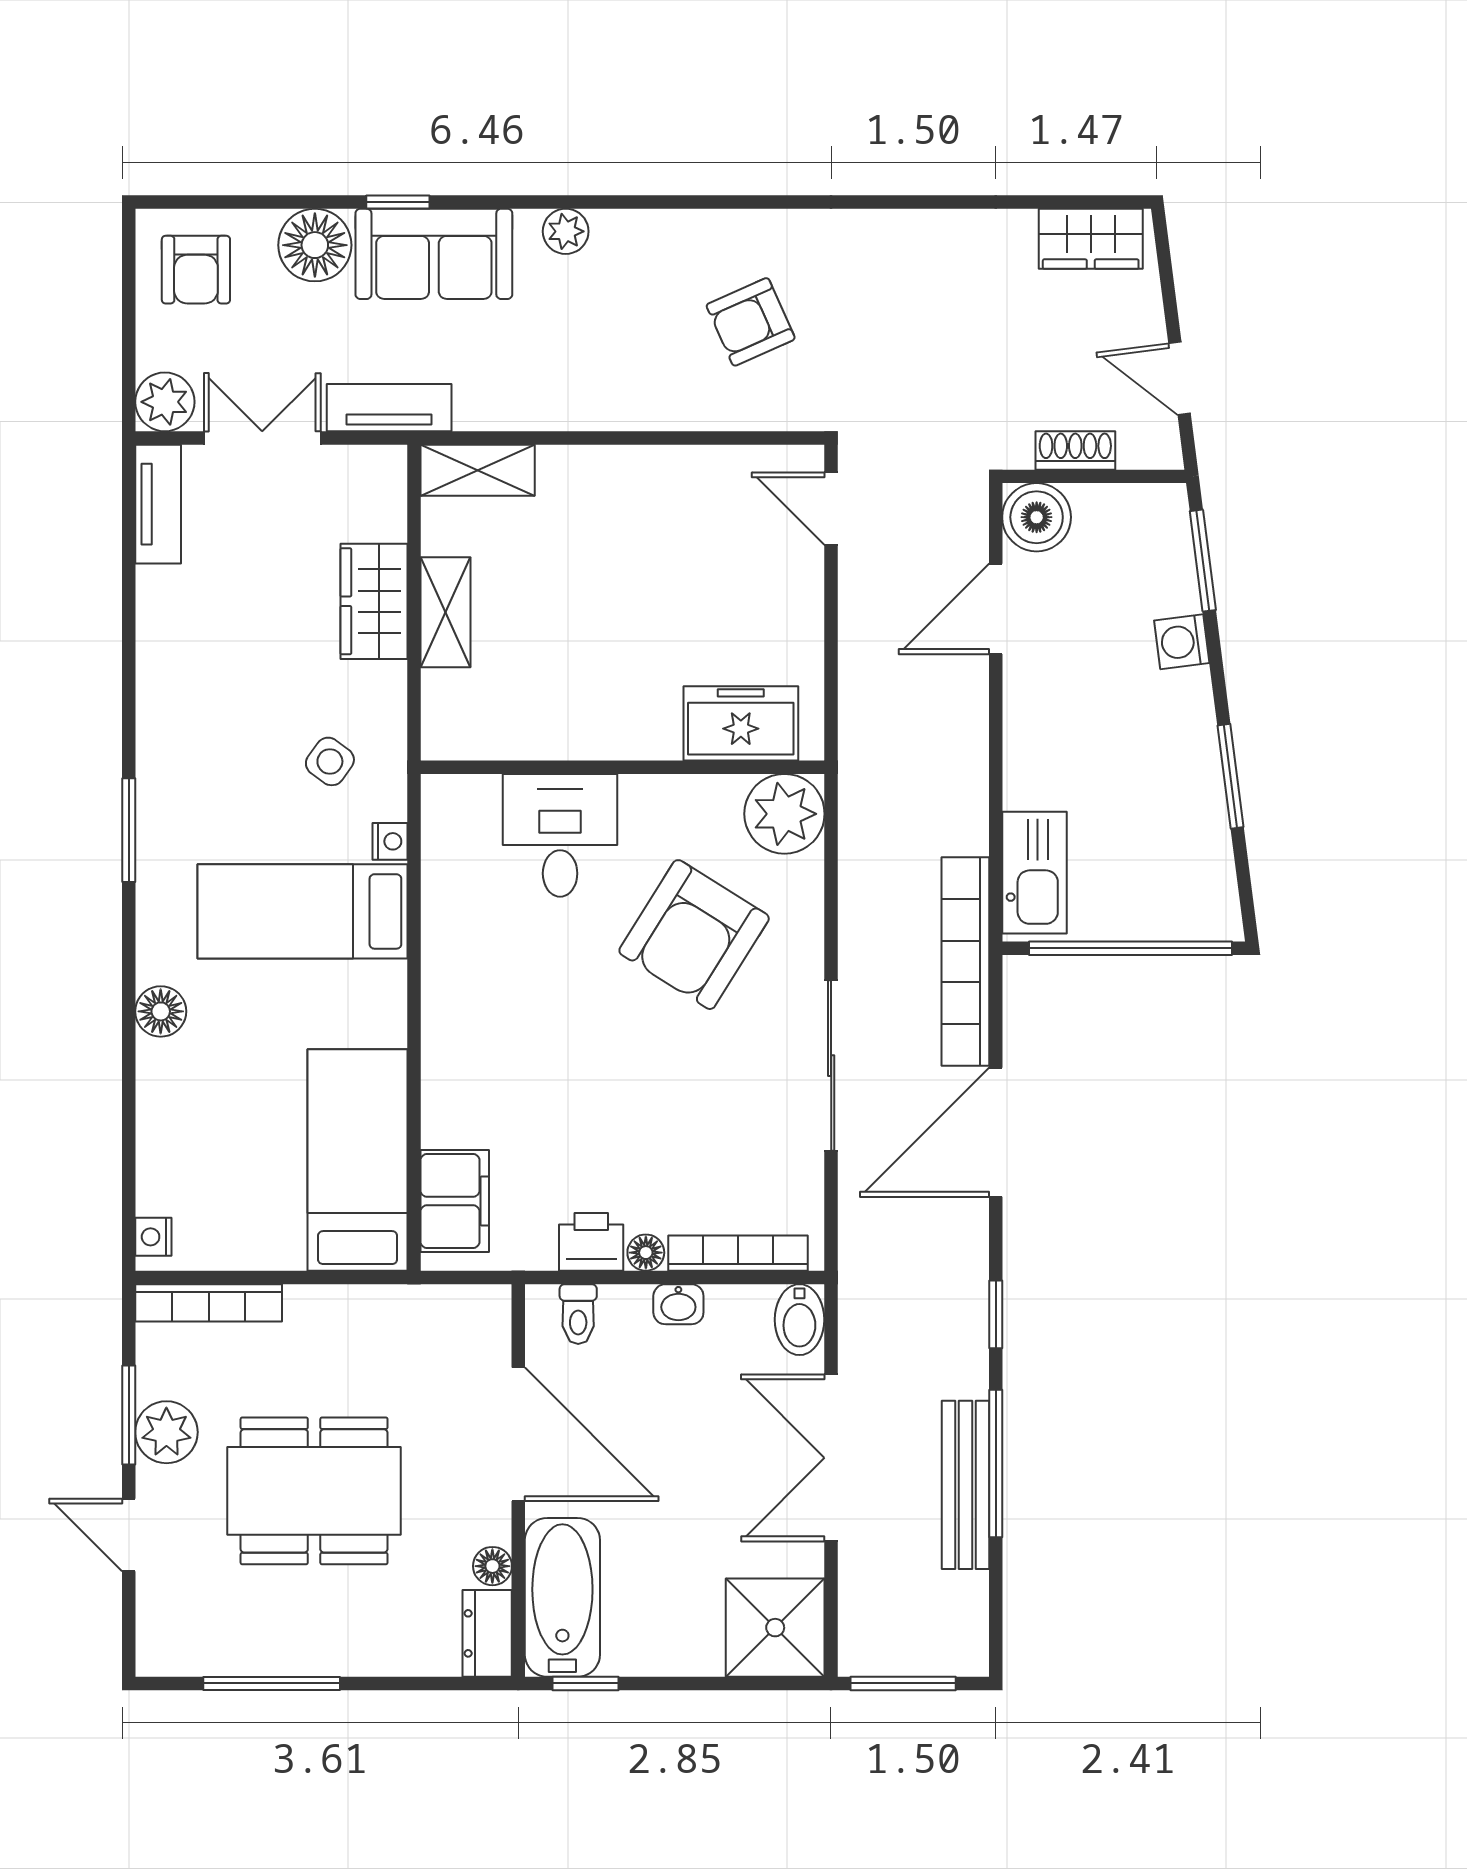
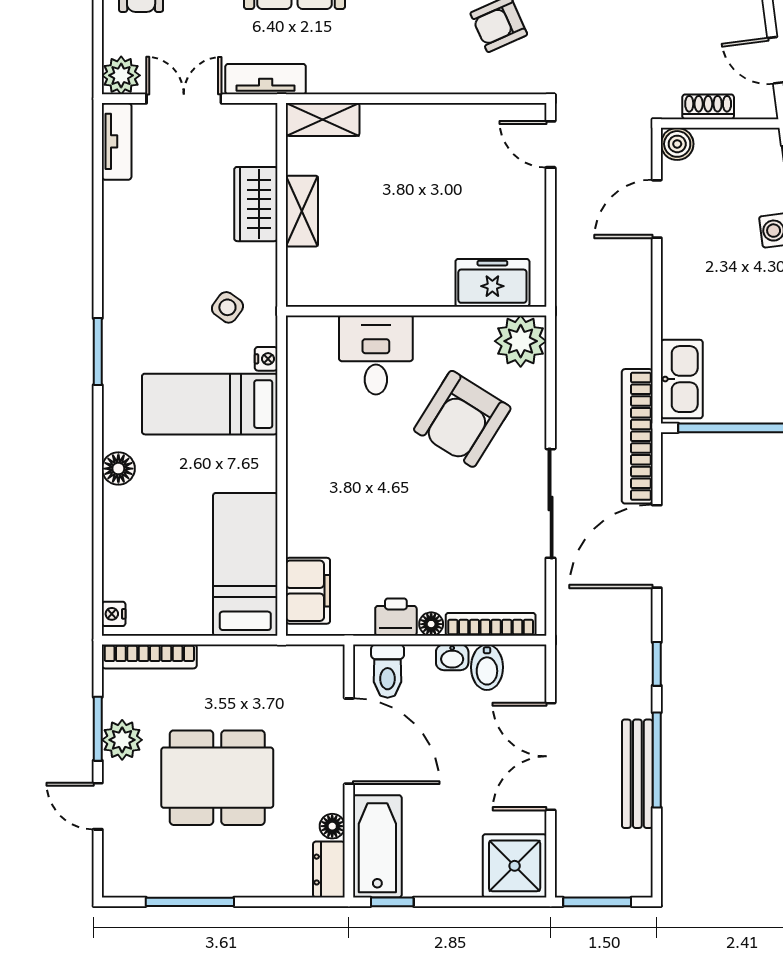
boiler: (1037, 517) -> (677, 144), width x0.73, depth x0.73
toilet: (578, 1314) -> (388, 671), width x1.37, depth x1.39
bidet: (799, 1320) -> (487, 667), moved

